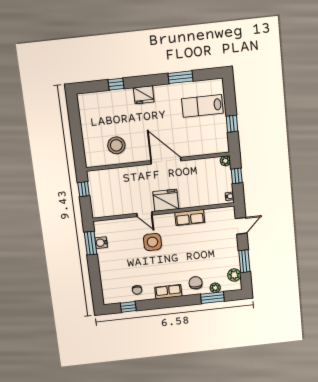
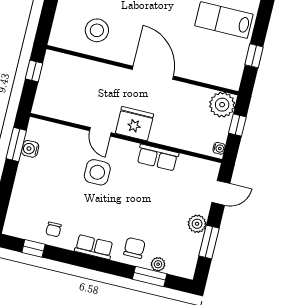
plant: (225, 161) -> (222, 105), width x1.88, depth x1.88
plant: (234, 275) -> (197, 224), moved

